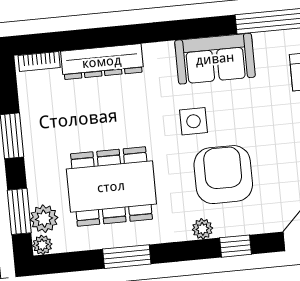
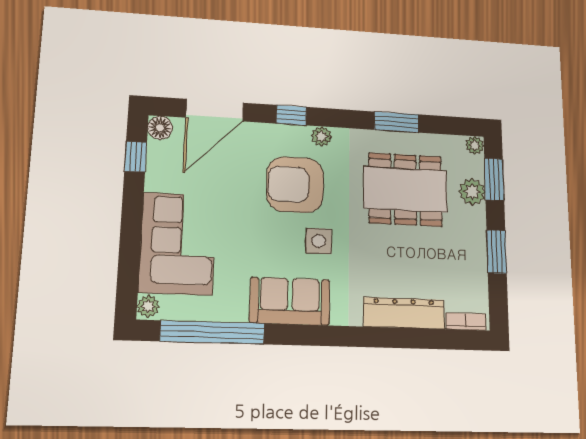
armchair: (223, 175) -> (295, 185), turned 90
plant: (44, 219) -> (472, 192), moved

